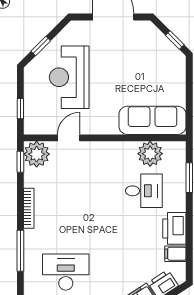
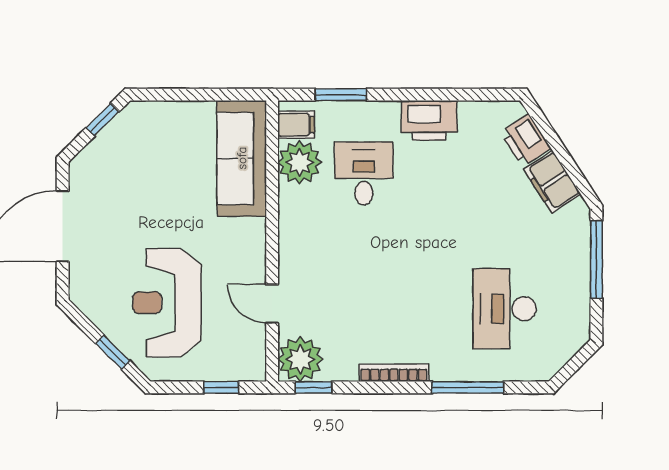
reception desk: (69, 77) -> (167, 303), turned 90
filing cabinet: (175, 254) -> (296, 125), moved, turned -90

